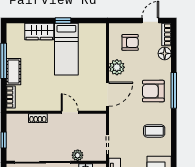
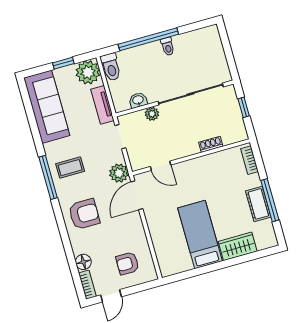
window: (63, 20) -> (213, 267), removed
plant: (117, 67) -> (119, 173), moved
cot: (13, 72) -> (258, 204), moved
window: (174, 90) -> (48, 177), moved
door: (70, 112) -> (160, 166), moved

